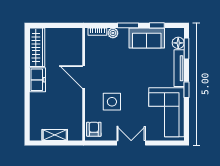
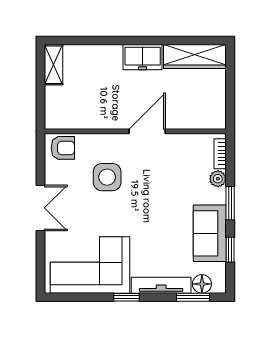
shelving: (55, 135) -> (54, 65), moved

